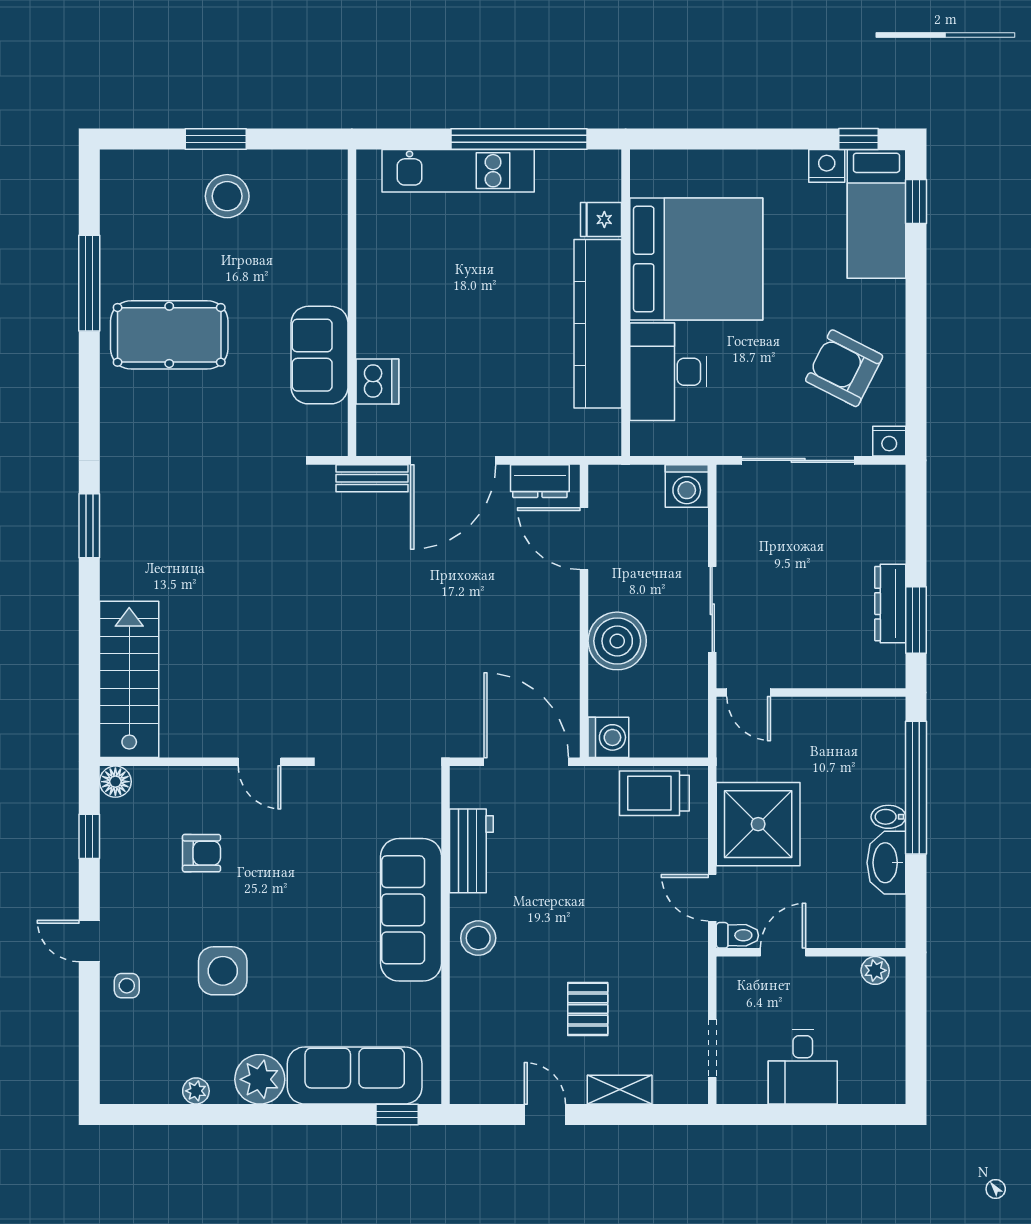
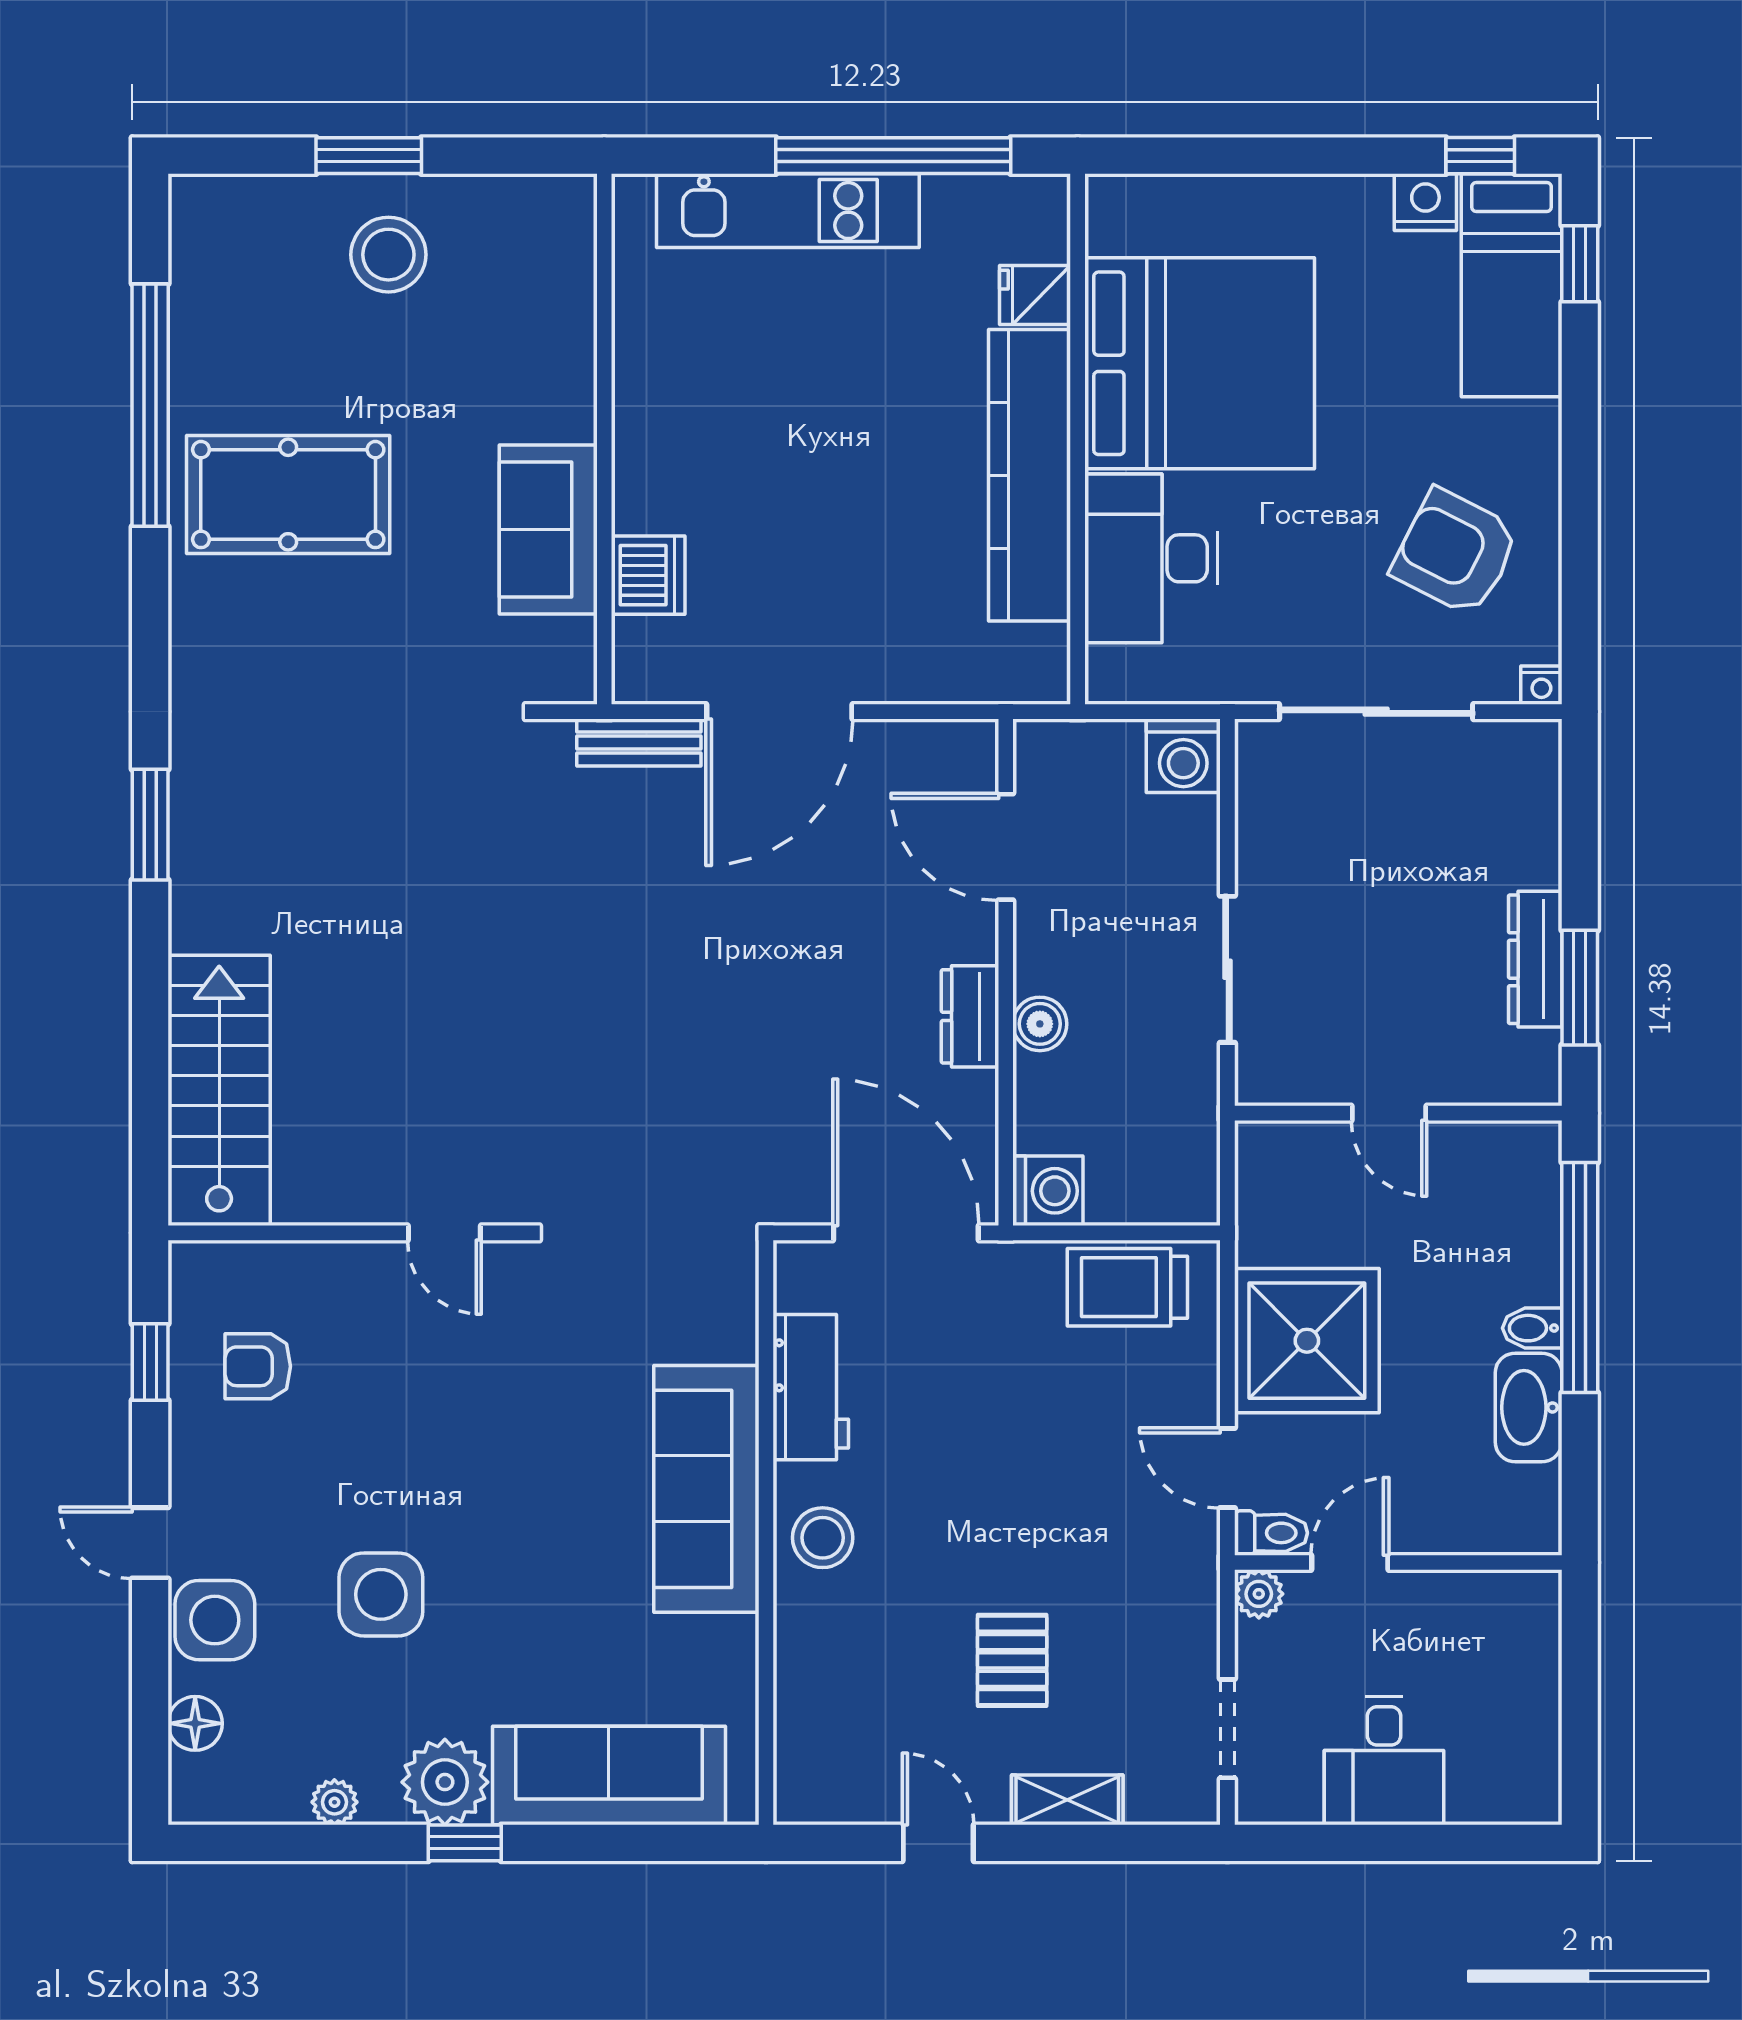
window: (89, 283) -> (150, 405), width x1.46
nightstand: (889, 441) -> (1541, 685), width x0.72, depth x0.74
dresser: (540, 481) -> (970, 1016), moved, turned 90
boiler: (617, 641) -> (1040, 1024), width x0.54, depth x0.54
door: (749, 693) -> (1389, 1113), moved
floor lamp: (115, 782) -> (195, 1723), moved
armchair: (202, 853) -> (258, 1366), moved, turned 180
plant: (875, 970) -> (1259, 1594), moved
side table: (127, 986) -> (215, 1620), width x1.87, depth x1.87
window: (397, 1114) -> (465, 1843), moved

